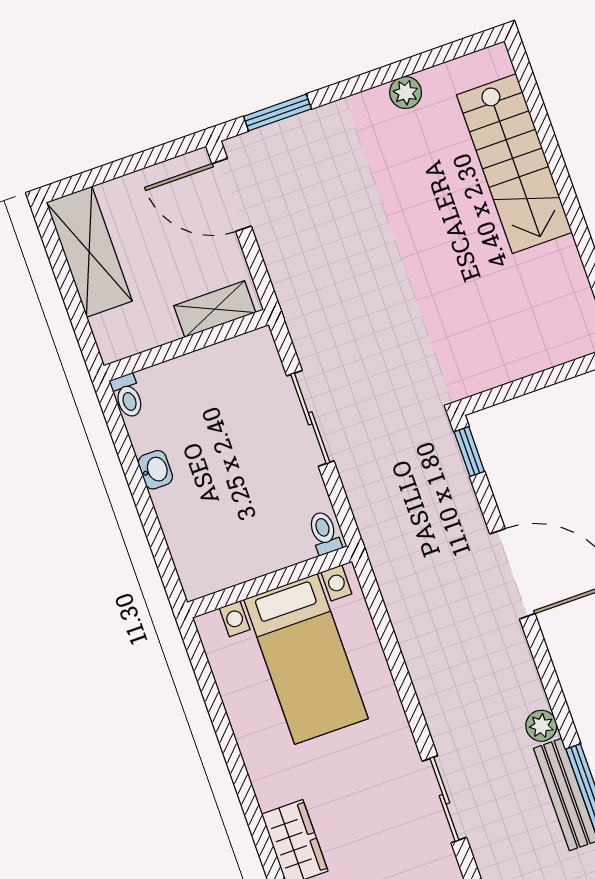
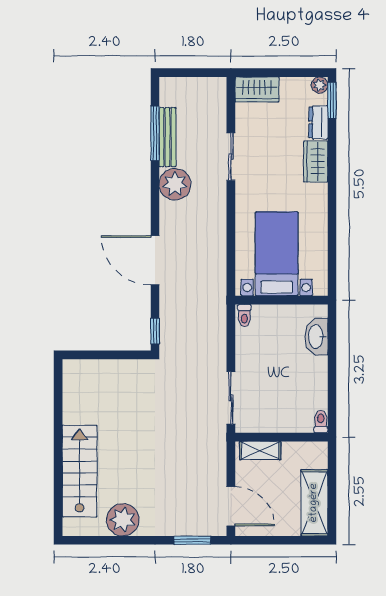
plant: (406, 93) -> (123, 520), width x1.88, depth x1.88
sliding door: (310, 418) -> (231, 398), moved
washbasin: (155, 470) -> (316, 337), moved, width x1.91, depth x1.45
plant: (541, 726) -> (175, 184), width x1.87, depth x1.87

